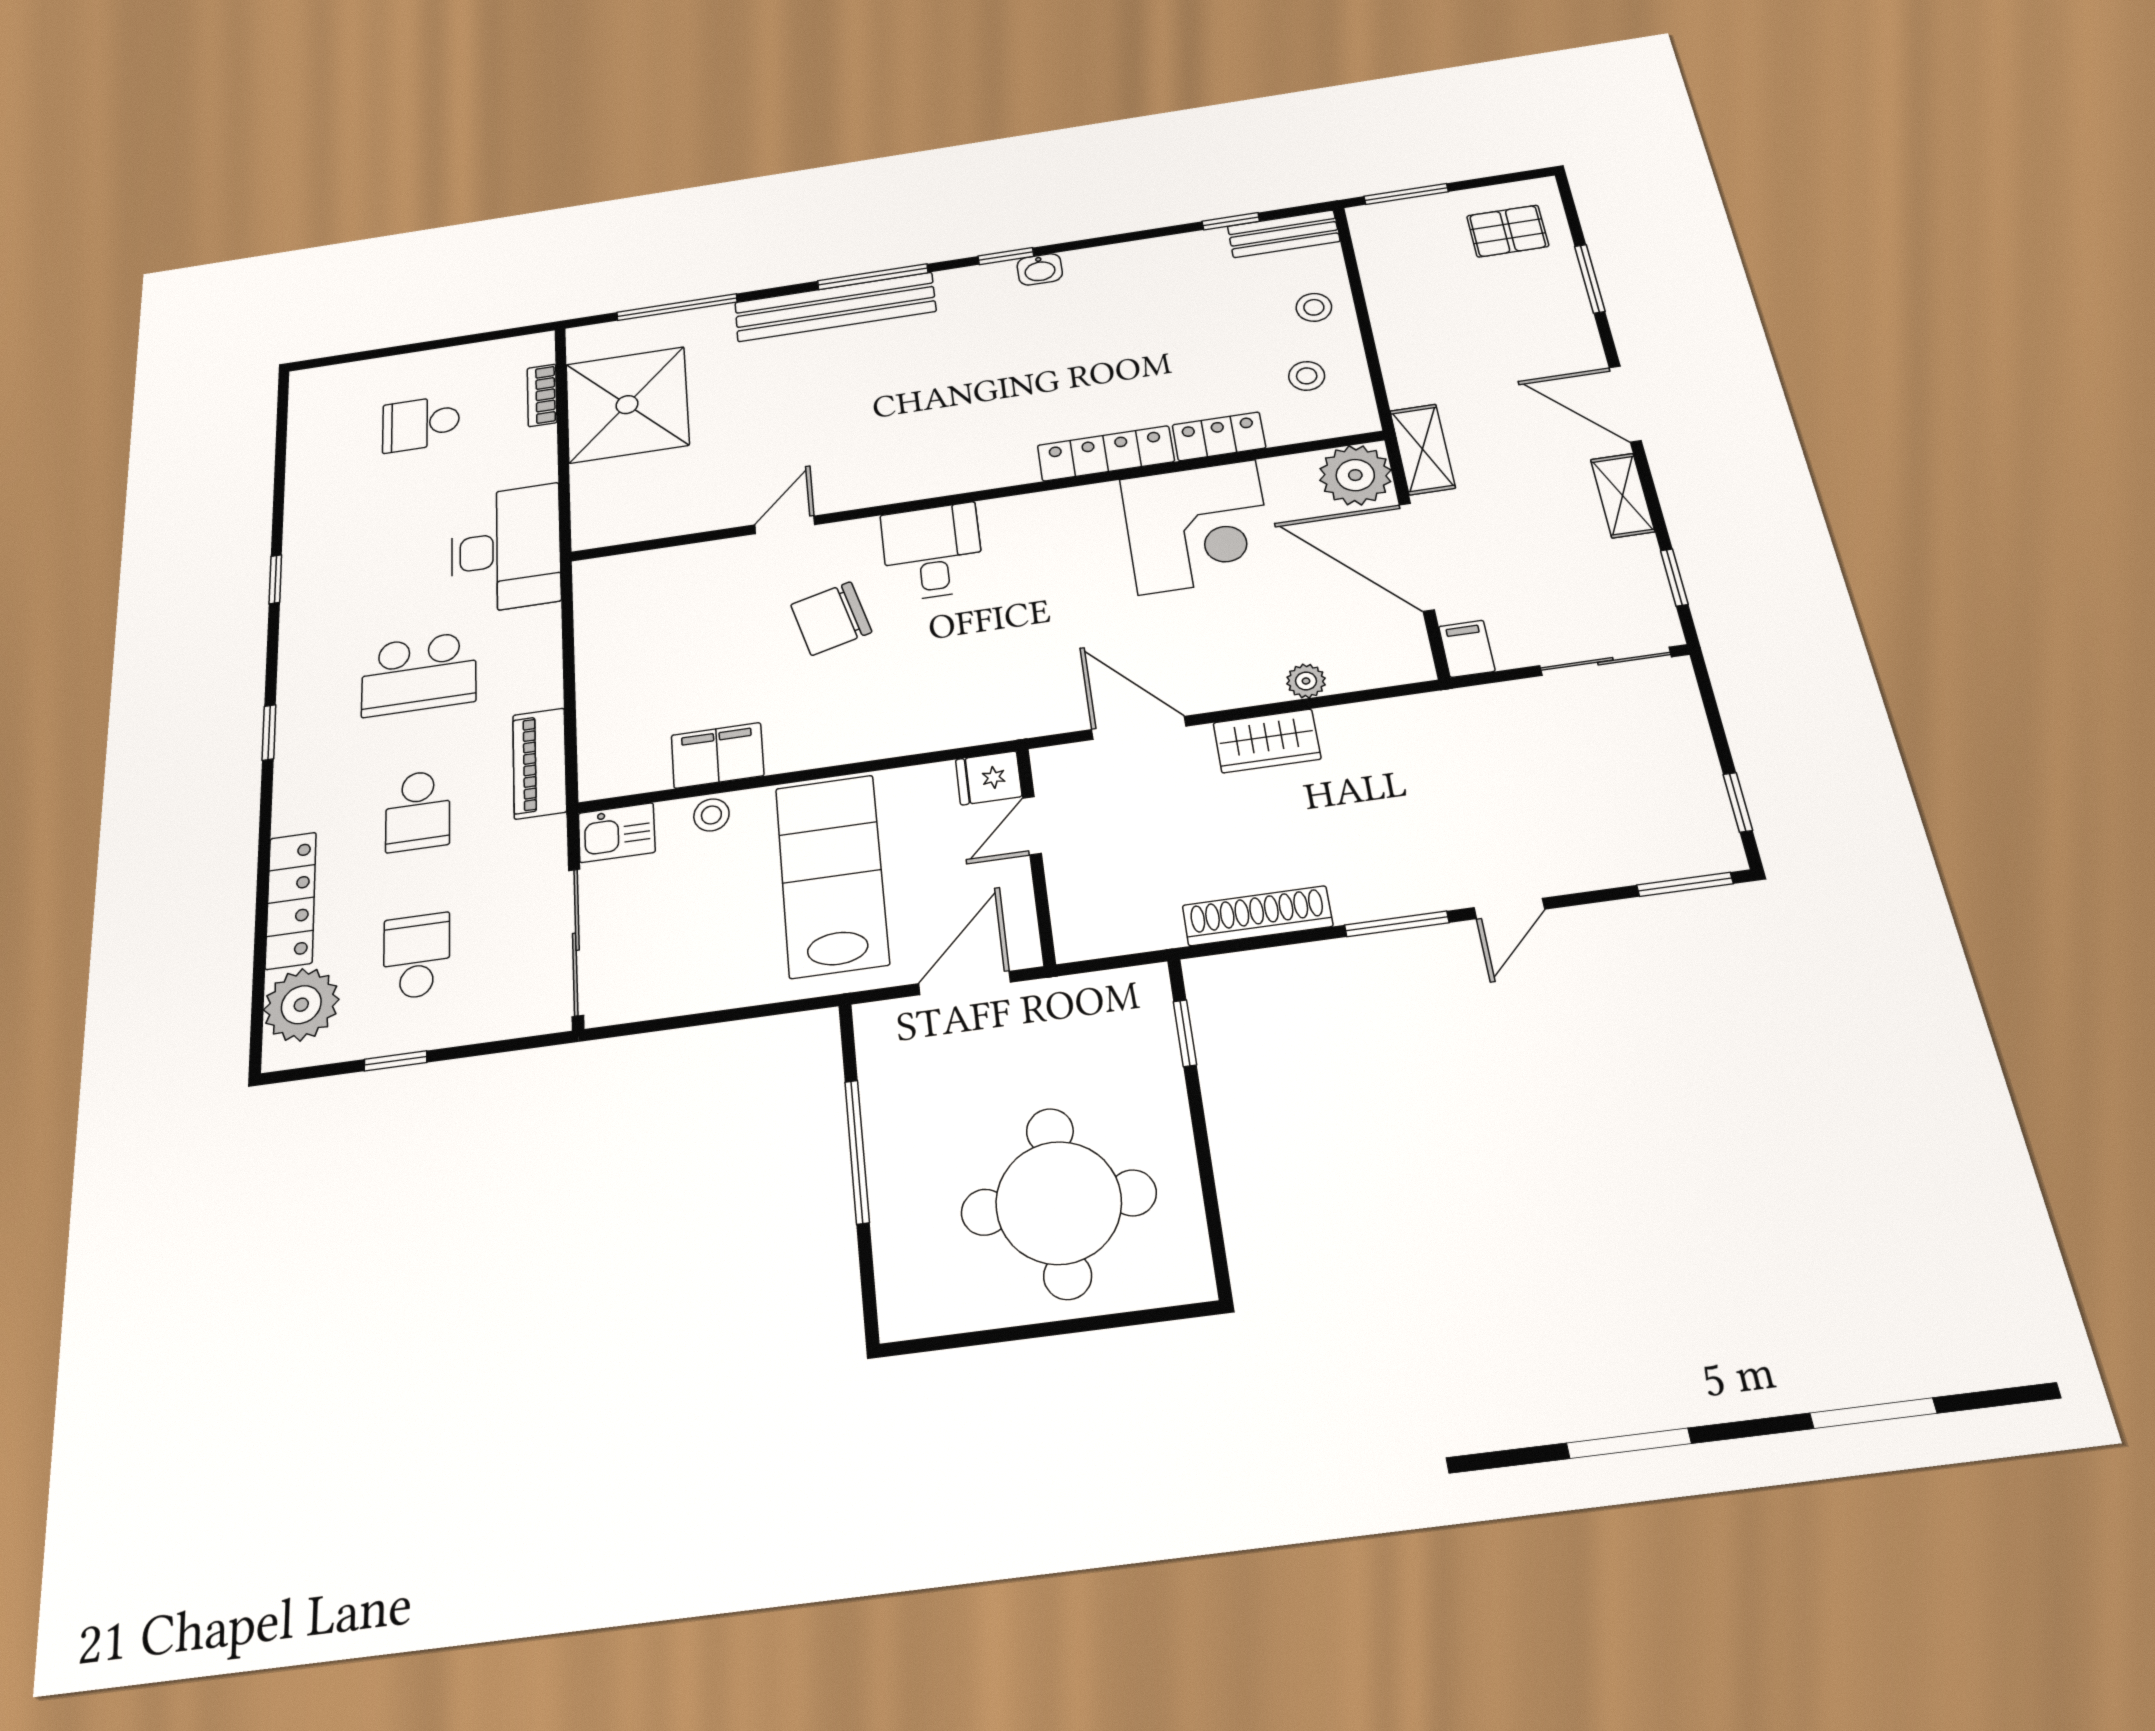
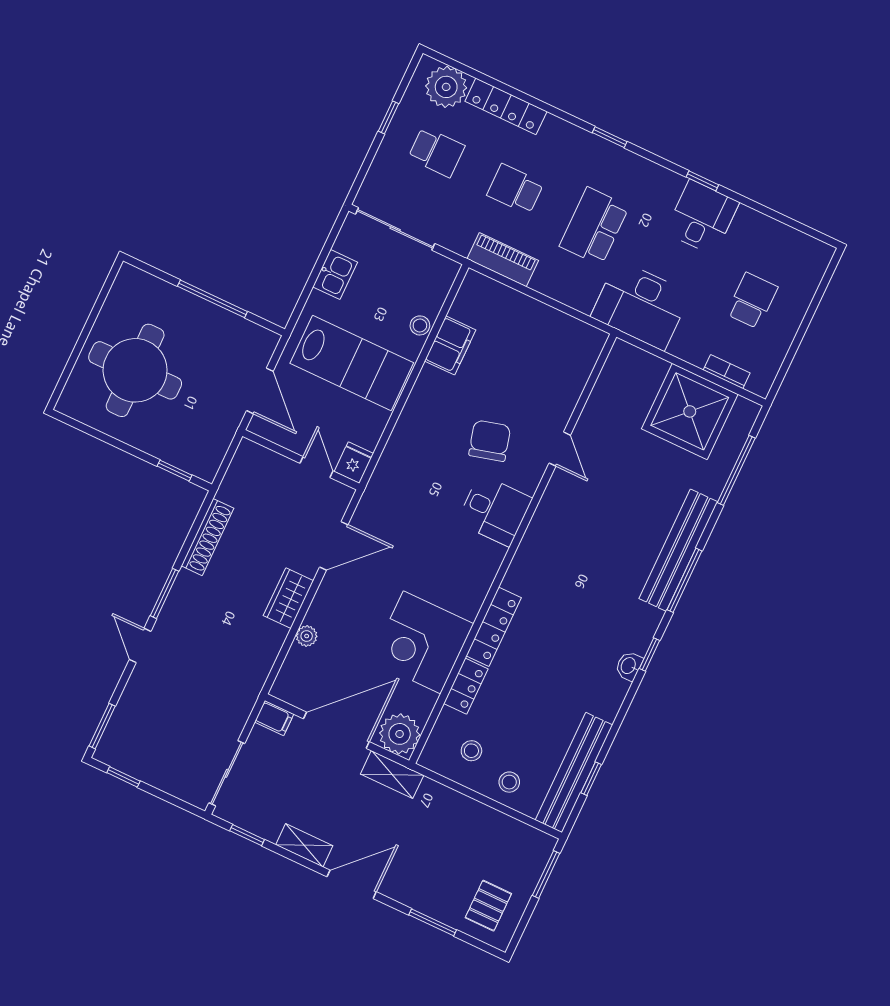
bench: (1284, 234) -> (574, 773), width x1.86, depth x1.21
desk: (331, 549) -> (702, 217), added
kitchen sink: (617, 833) -> (335, 274), moved, turned 180

